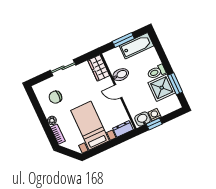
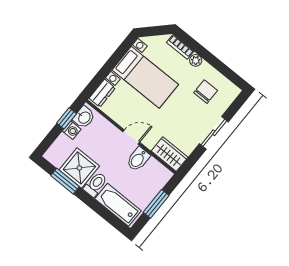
bathtub: (136, 46) -> (118, 205), moved, turned 90

